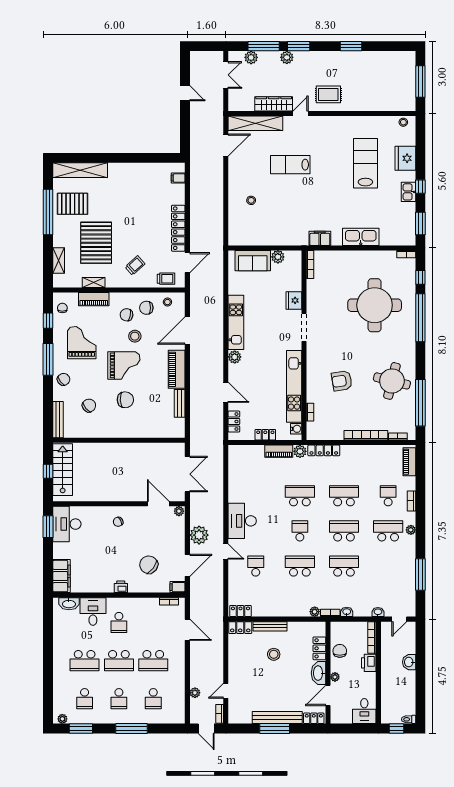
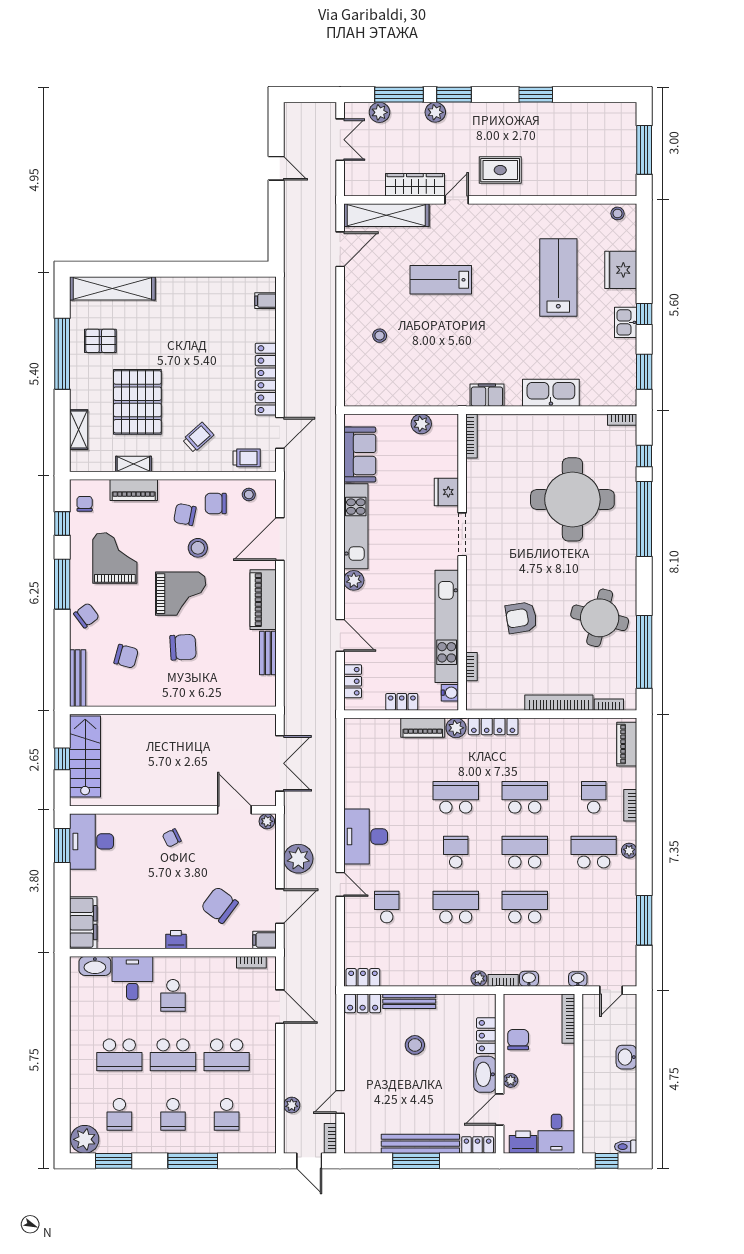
pallet: (72, 204) -> (100, 341), width x0.67, depth x0.71
sofa: (253, 261) -> (360, 454), moved, turned -90
chair: (89, 406) -> (126, 656), turned 54
printer: (369, 663) -> (523, 1142), moved, turned 90
plant: (62, 719) -> (85, 1139), width x1.88, depth x1.88

